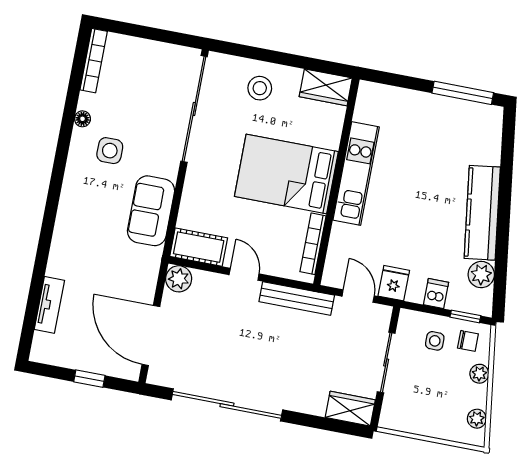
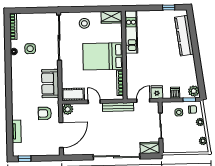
window: (463, 93) -> (169, 7), width x0.46
side table: (110, 151) -> (30, 49), moved
kitchen unit: (356, 174) -> (131, 32), moved
kitchen counter: (482, 213) -> (184, 36), moved
plant: (481, 275) -> (194, 91), moved
armchair: (124, 277) -> (45, 113), added
door: (358, 296) -> (143, 101), hinge flipped
door: (151, 335) -> (61, 135), swing flipped
window: (89, 379) -> (25, 159), moved
sliding door: (227, 405) -> (116, 157), moved

